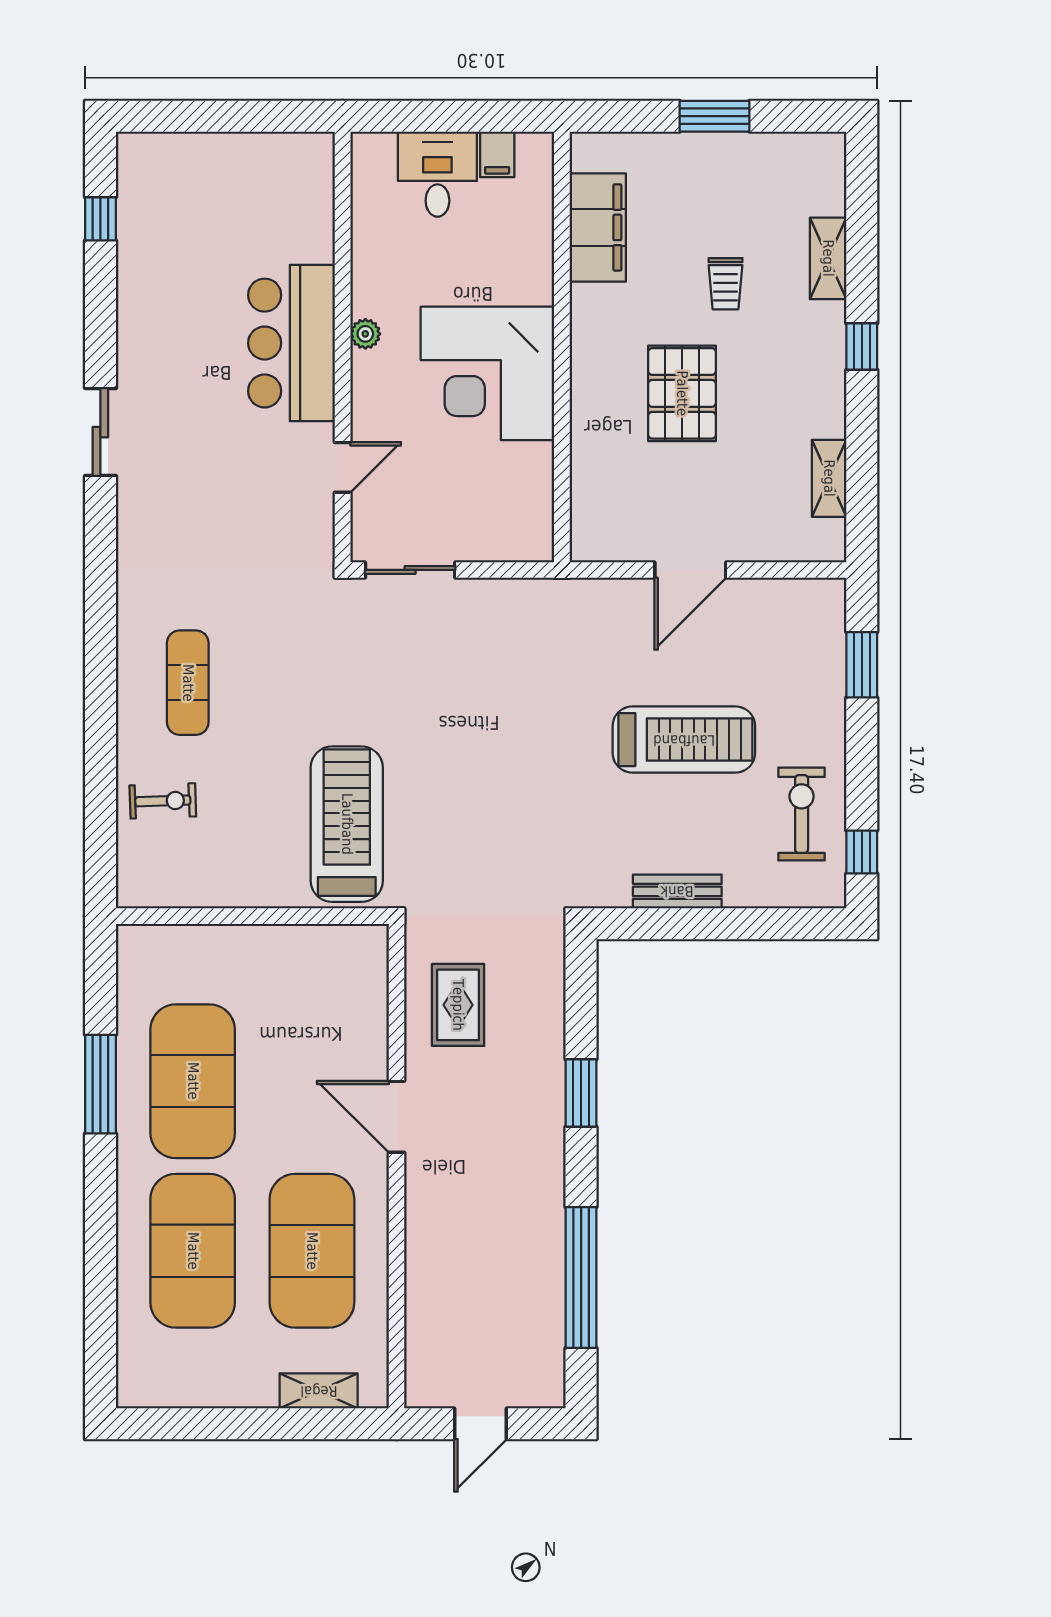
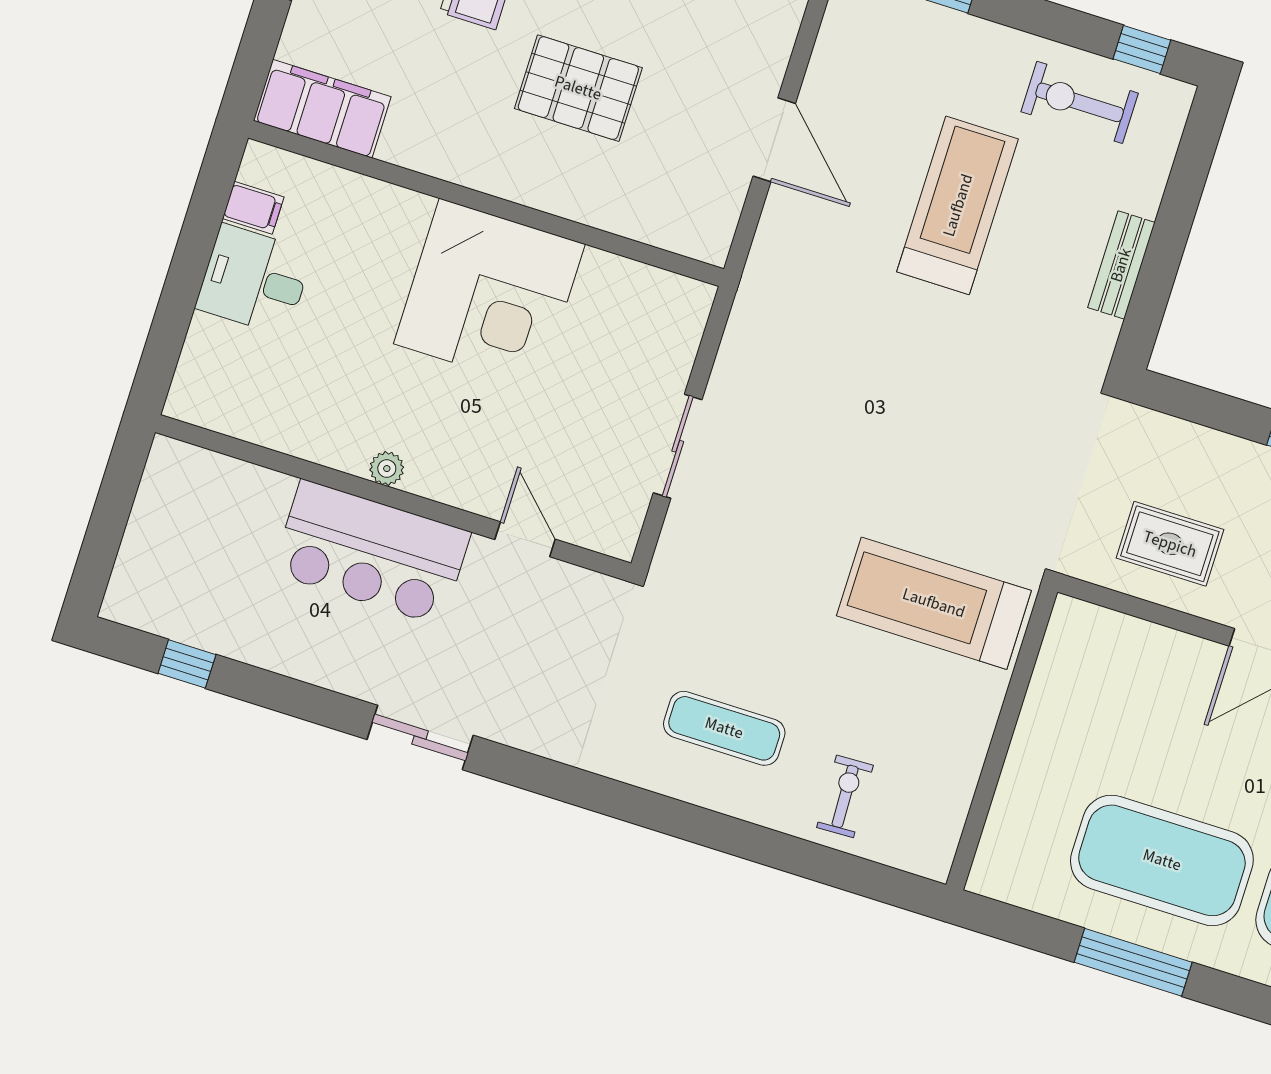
filing cabinet: (598, 227) -> (322, 109), moved
plant: (365, 334) -> (387, 469), moved
bar counter: (292, 343) -> (371, 552), moved
wall: (343, 347) -> (393, 498), moved
door: (343, 467) -> (525, 539), moved

